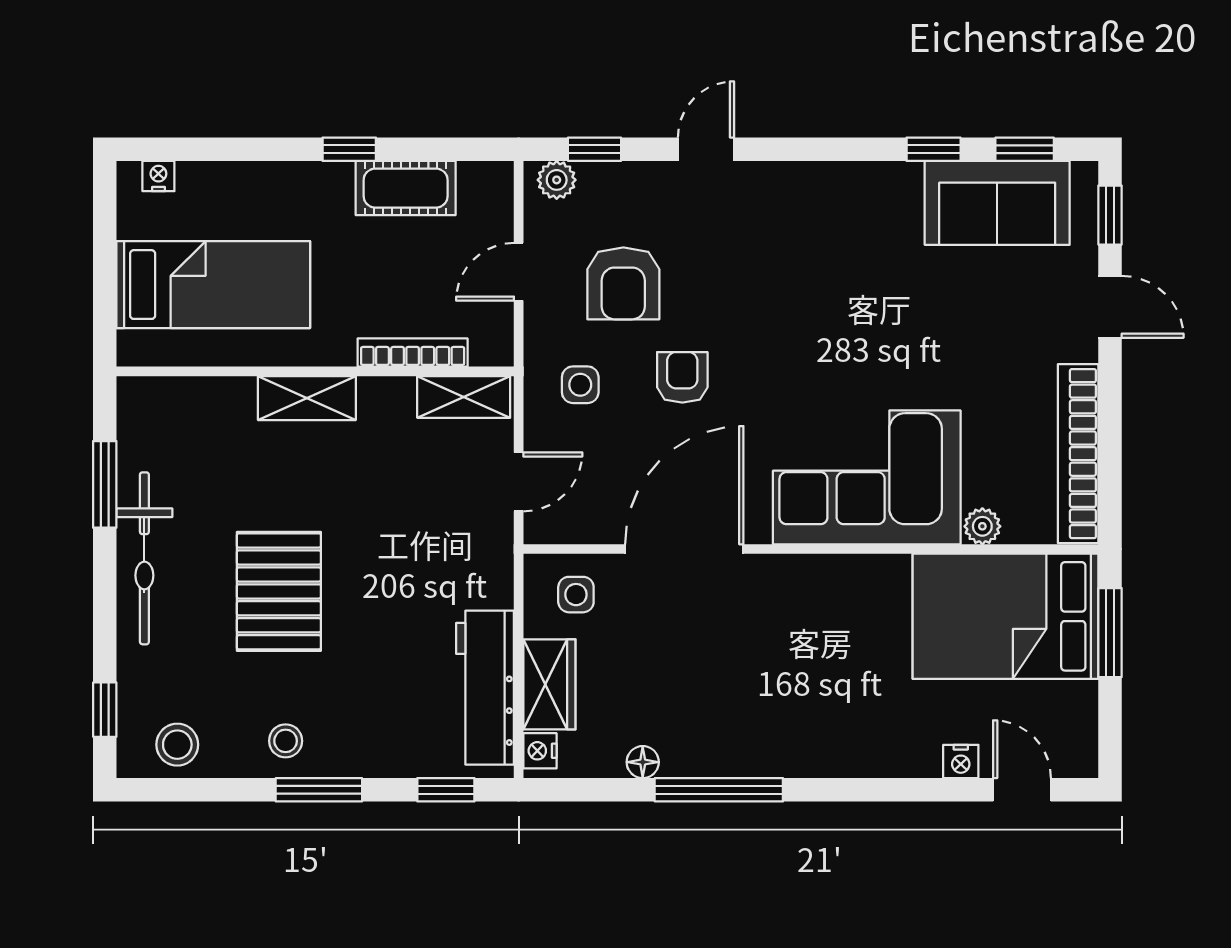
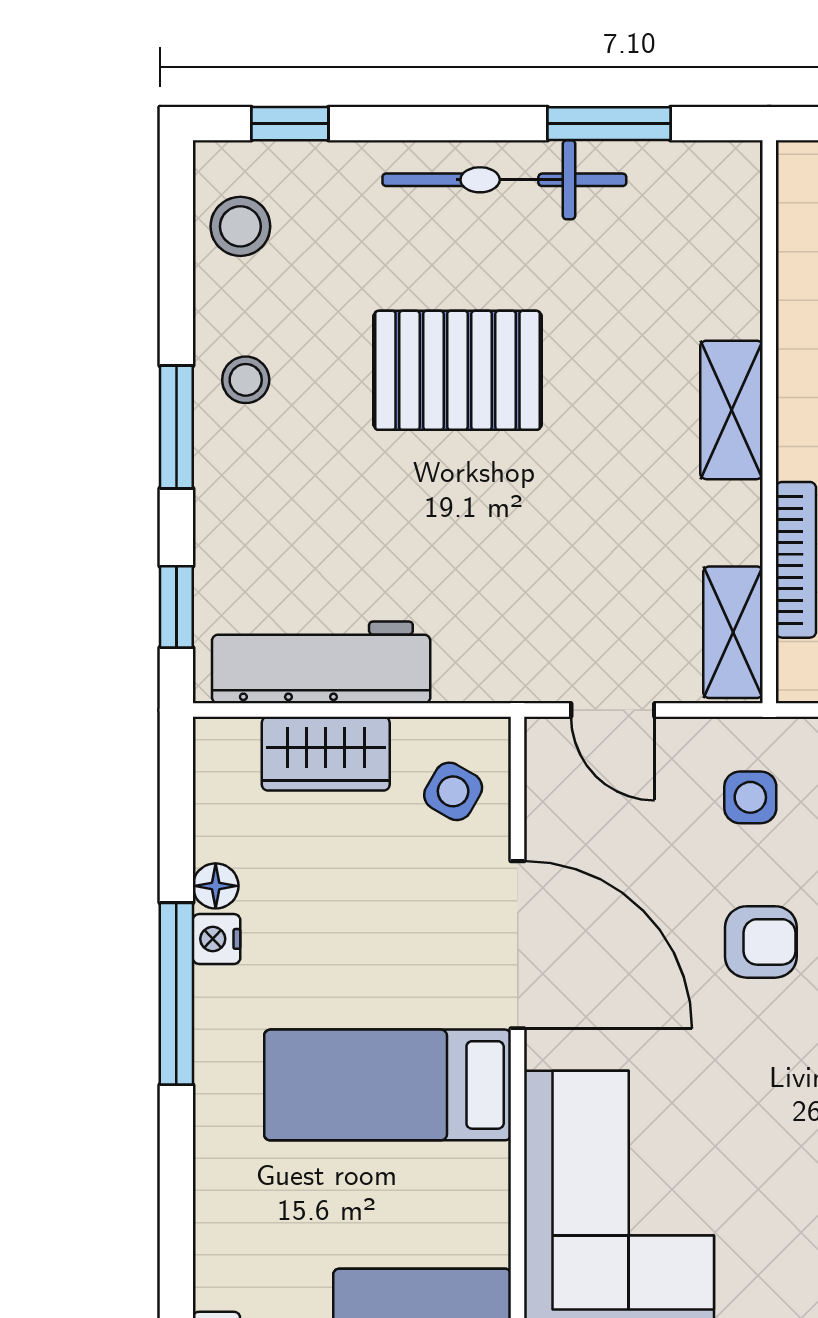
side table: (576, 595) -> (453, 791), turned 30
bed: (783, 641) -> (388, 1085), added
nightstand: (540, 751) -> (217, 939), moved, turned -90

